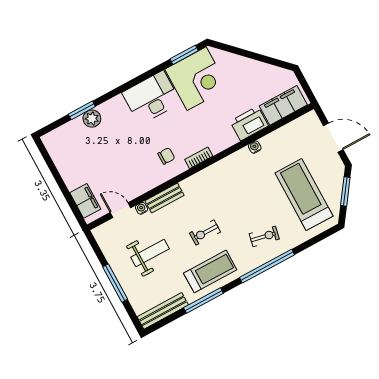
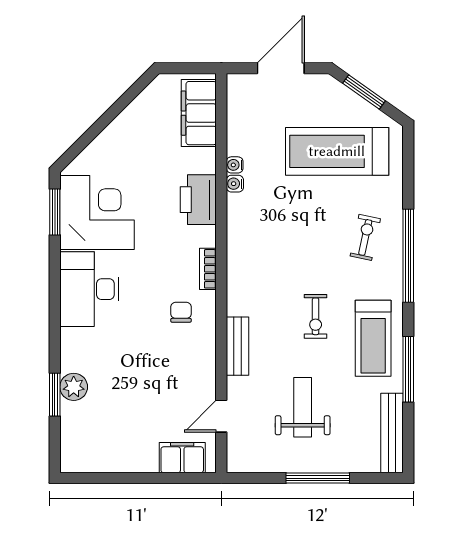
printer: (249, 123) -> (198, 200), moved
water cooler: (142, 208) -> (235, 165), moved
treadmill: (210, 271) -> (373, 338), turned 180

